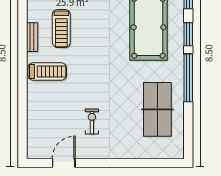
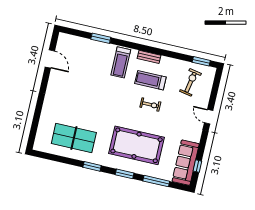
window: (188, 78) -> (92, 166), width x0.47
window: (22, 104) -> (101, 38), added
exercise bike: (92, 121) -> (150, 105), moved

